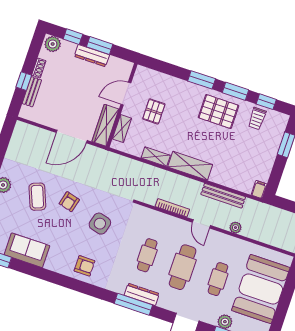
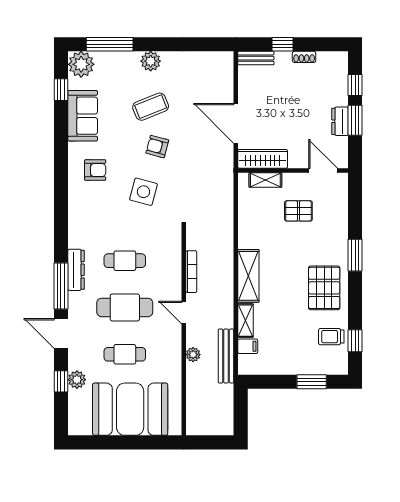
plant: (53, 44) -> (338, 64), removed
dresser: (92, 56) -> (340, 121), width x0.70
window: (235, 91) -> (355, 300), removed
bench: (32, 92) -> (256, 58), moved
door: (126, 94) -> (323, 171), moved
shelving: (156, 157) -> (245, 321), moved
filing cabinet: (259, 190) -> (248, 346), moved
bench: (223, 196) -> (226, 356), moved
door: (201, 224) -> (184, 313), hinge flipped
armchair: (84, 266) -> (95, 170), moved, turned -90
window: (133, 304) -> (61, 286), moved

